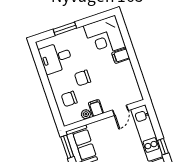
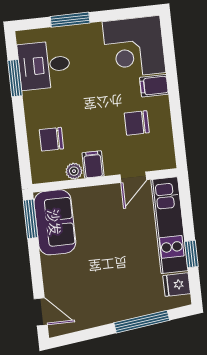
window: (41, 69) -> (15, 78), added
chair: (83, 78) -> (137, 123), moved

